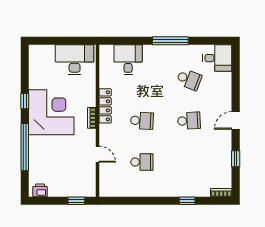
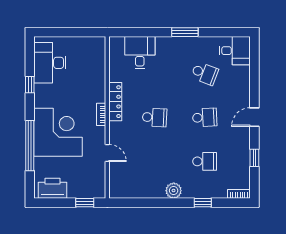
window: (170, 41) -> (185, 32), width x0.69
desk: (75, 60) -> (50, 63), moved, turned -90
window: (25, 101) -> (30, 85), moved
corner desk: (51, 112) -> (58, 132), moved
school desk: (142, 162) -> (205, 161), moved
plant: (160, 189) -> (174, 191), added
printer: (40, 190) -> (53, 188), width x1.87, depth x1.48

